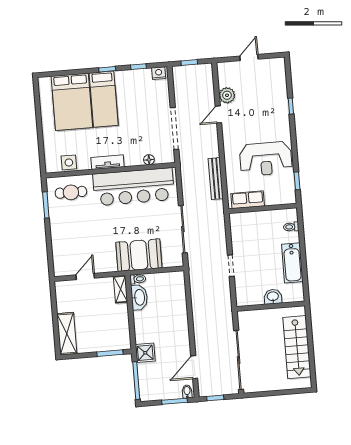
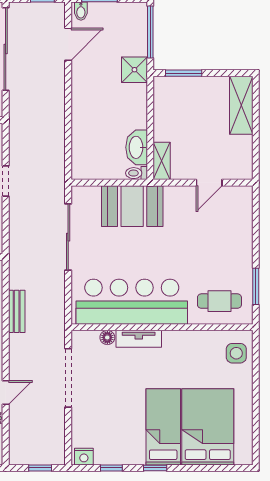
side table: (69, 162) -> (236, 353), moved
tv unit: (108, 162) -> (139, 339), moved
bench: (216, 179) -> (17, 311), width x0.73

